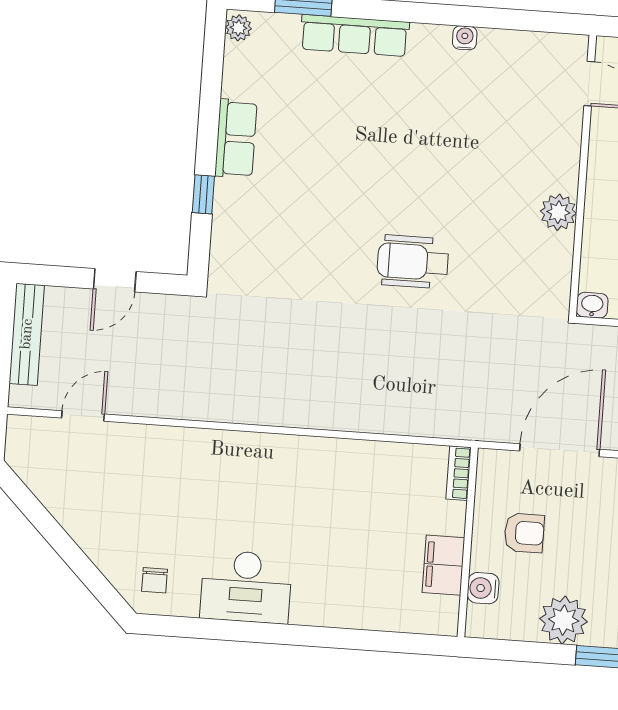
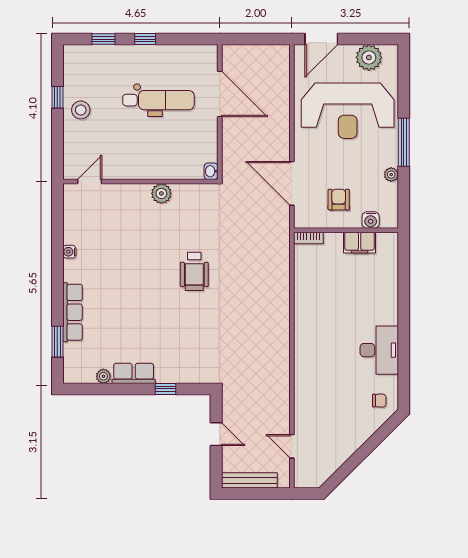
plant: (238, 28) -> (103, 376), moved
plant: (564, 620) -> (391, 175), width x0.53, depth x0.53

